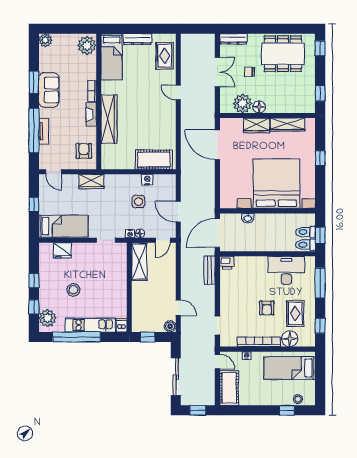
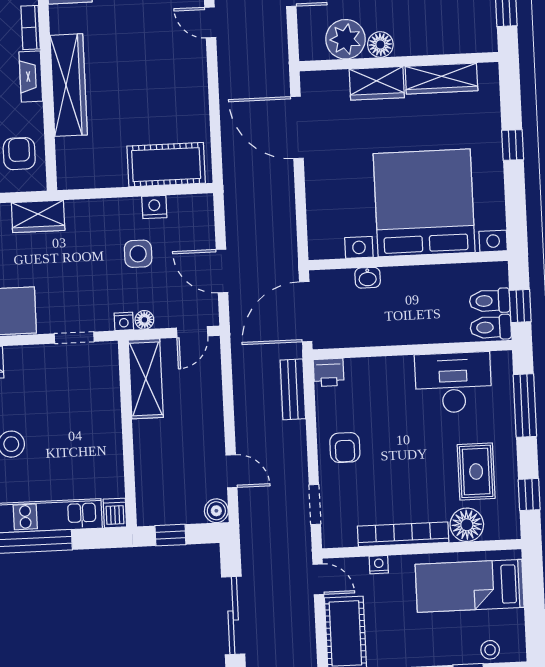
armchair: (267, 308) -> (345, 448), moved

